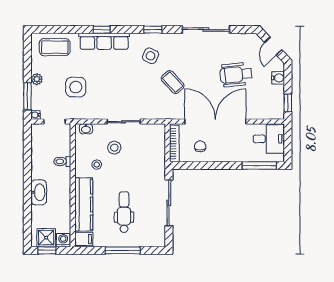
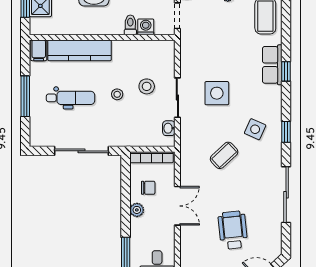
row of seats: (104, 41) -> (272, 65), width x0.68
side table: (76, 87) -> (217, 93), moved
double door: (215, 122) -> (177, 206), width x0.54
washbasin: (86, 129) -> (169, 128), moved
plant: (219, 156) -> (137, 210), added
stool: (97, 165) -> (117, 94), moved
washing machine: (63, 240) -> (146, 27), moved, turned -90

